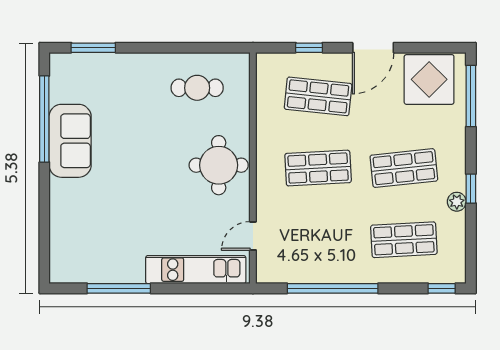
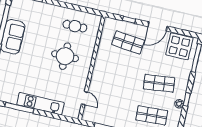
round table: (219, 165) -> (65, 56), moved
shop shelf: (318, 168) -> (121, 74), removed
door: (253, 236) -> (85, 98), swing flipped
kitchen unit: (196, 270) -> (40, 104), moved

